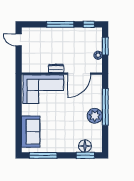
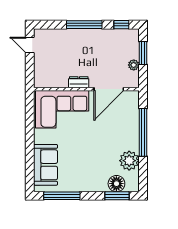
plant: (95, 116) -> (129, 161), moved

